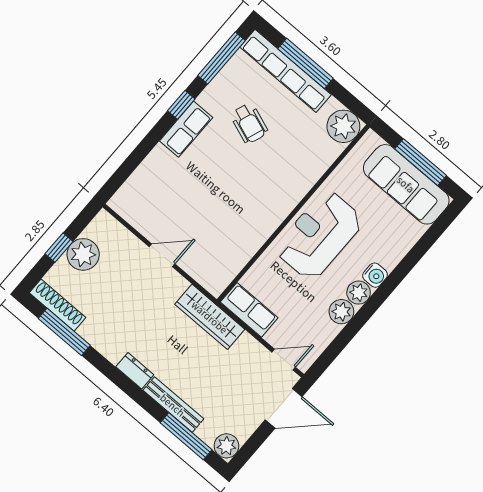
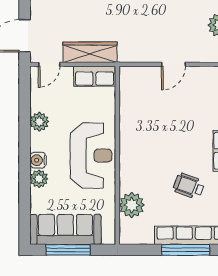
plant: (343, 126) -> (132, 205), moved
plant: (359, 293) -> (39, 179), moved
wardrobe: (210, 317) -> (90, 52), moved

